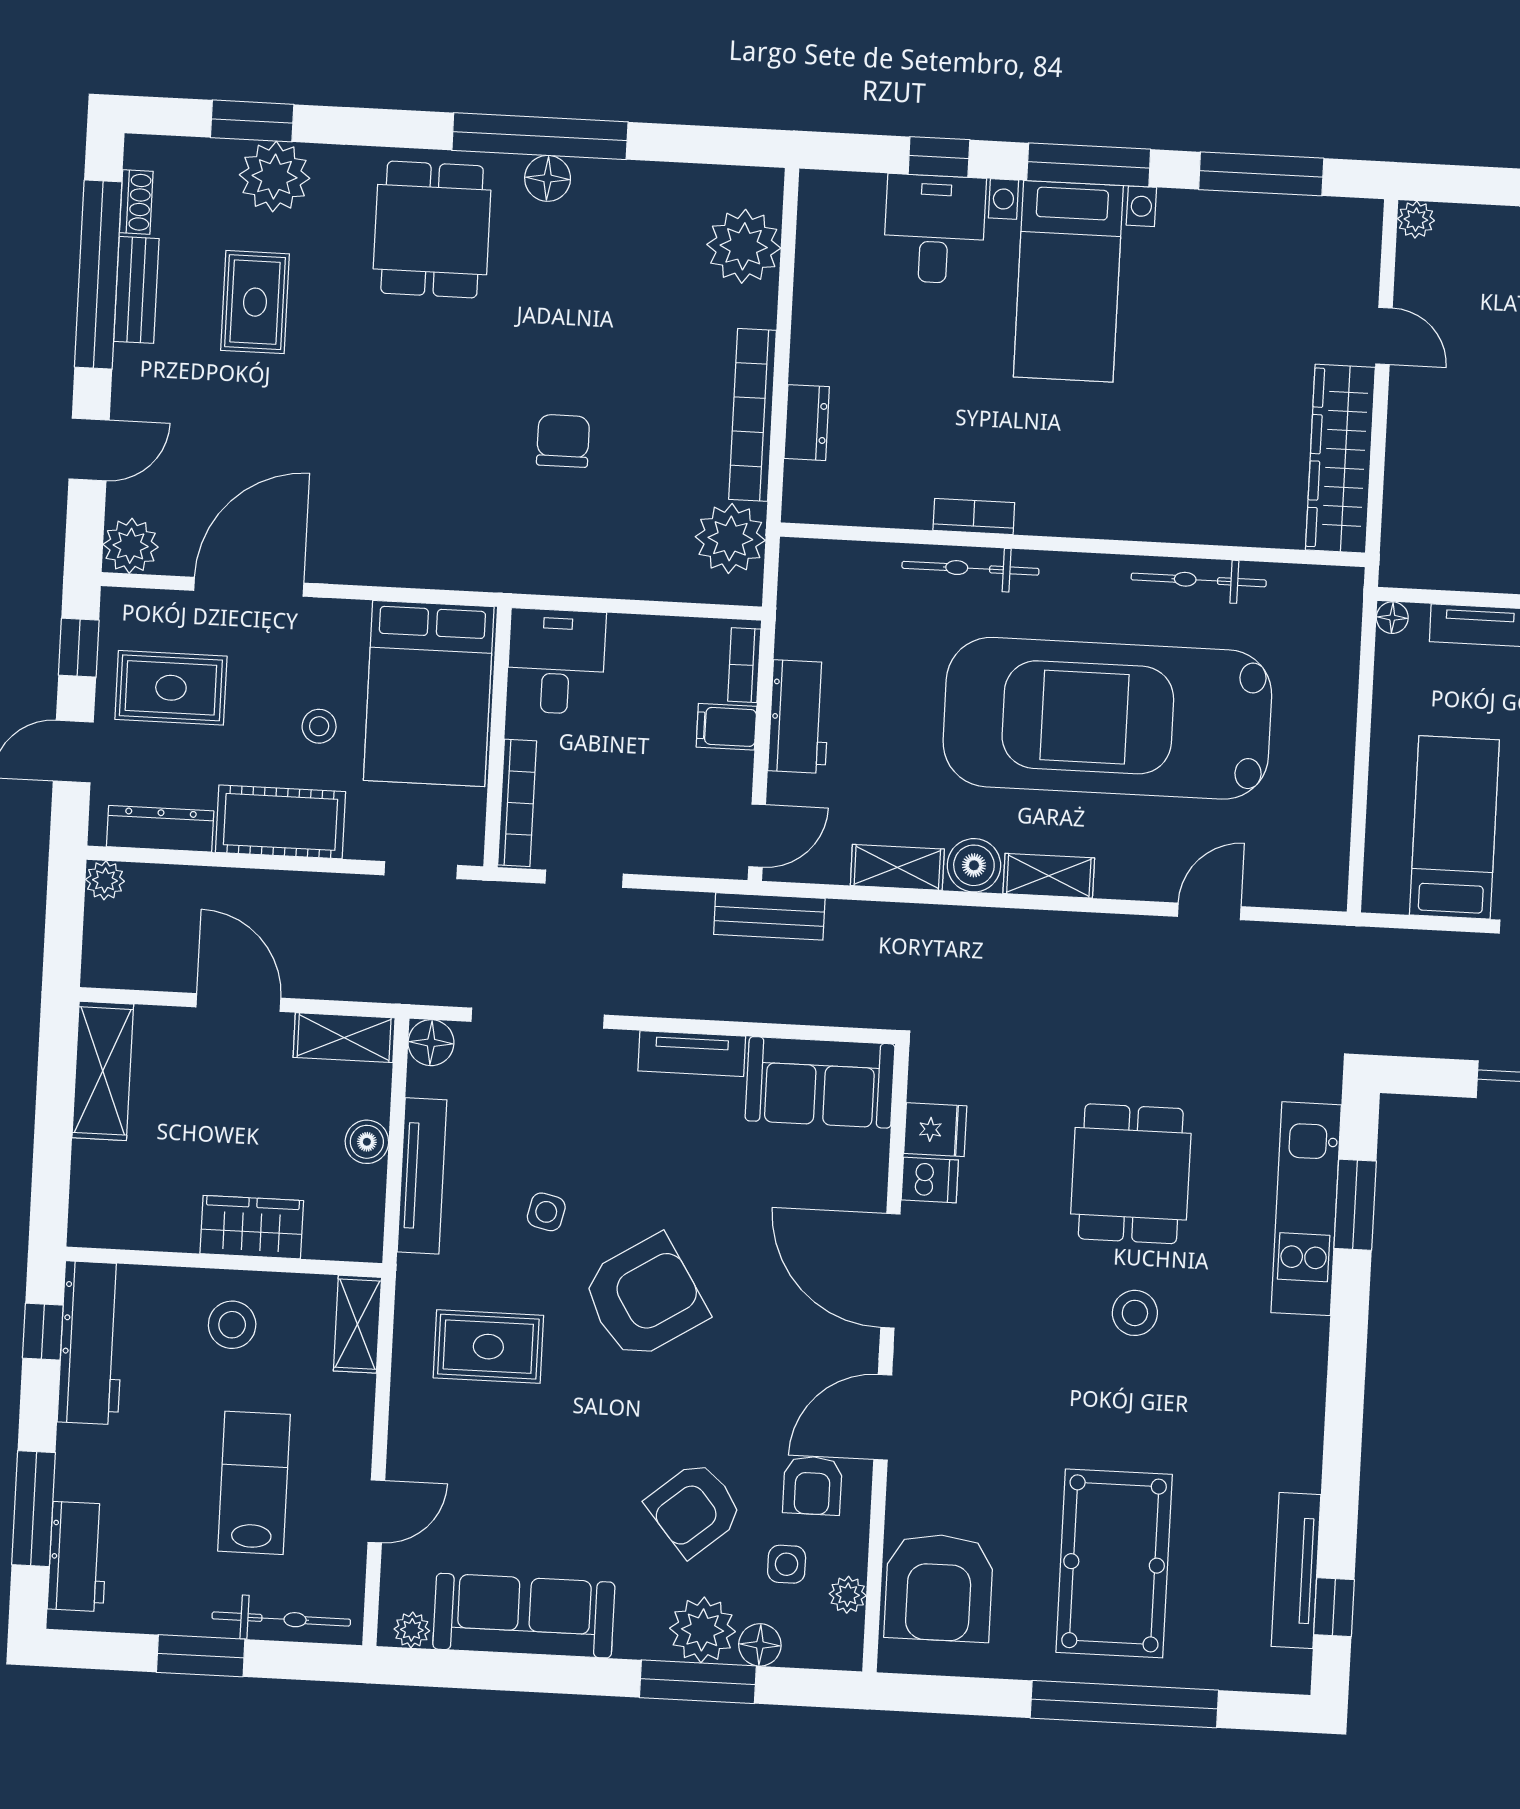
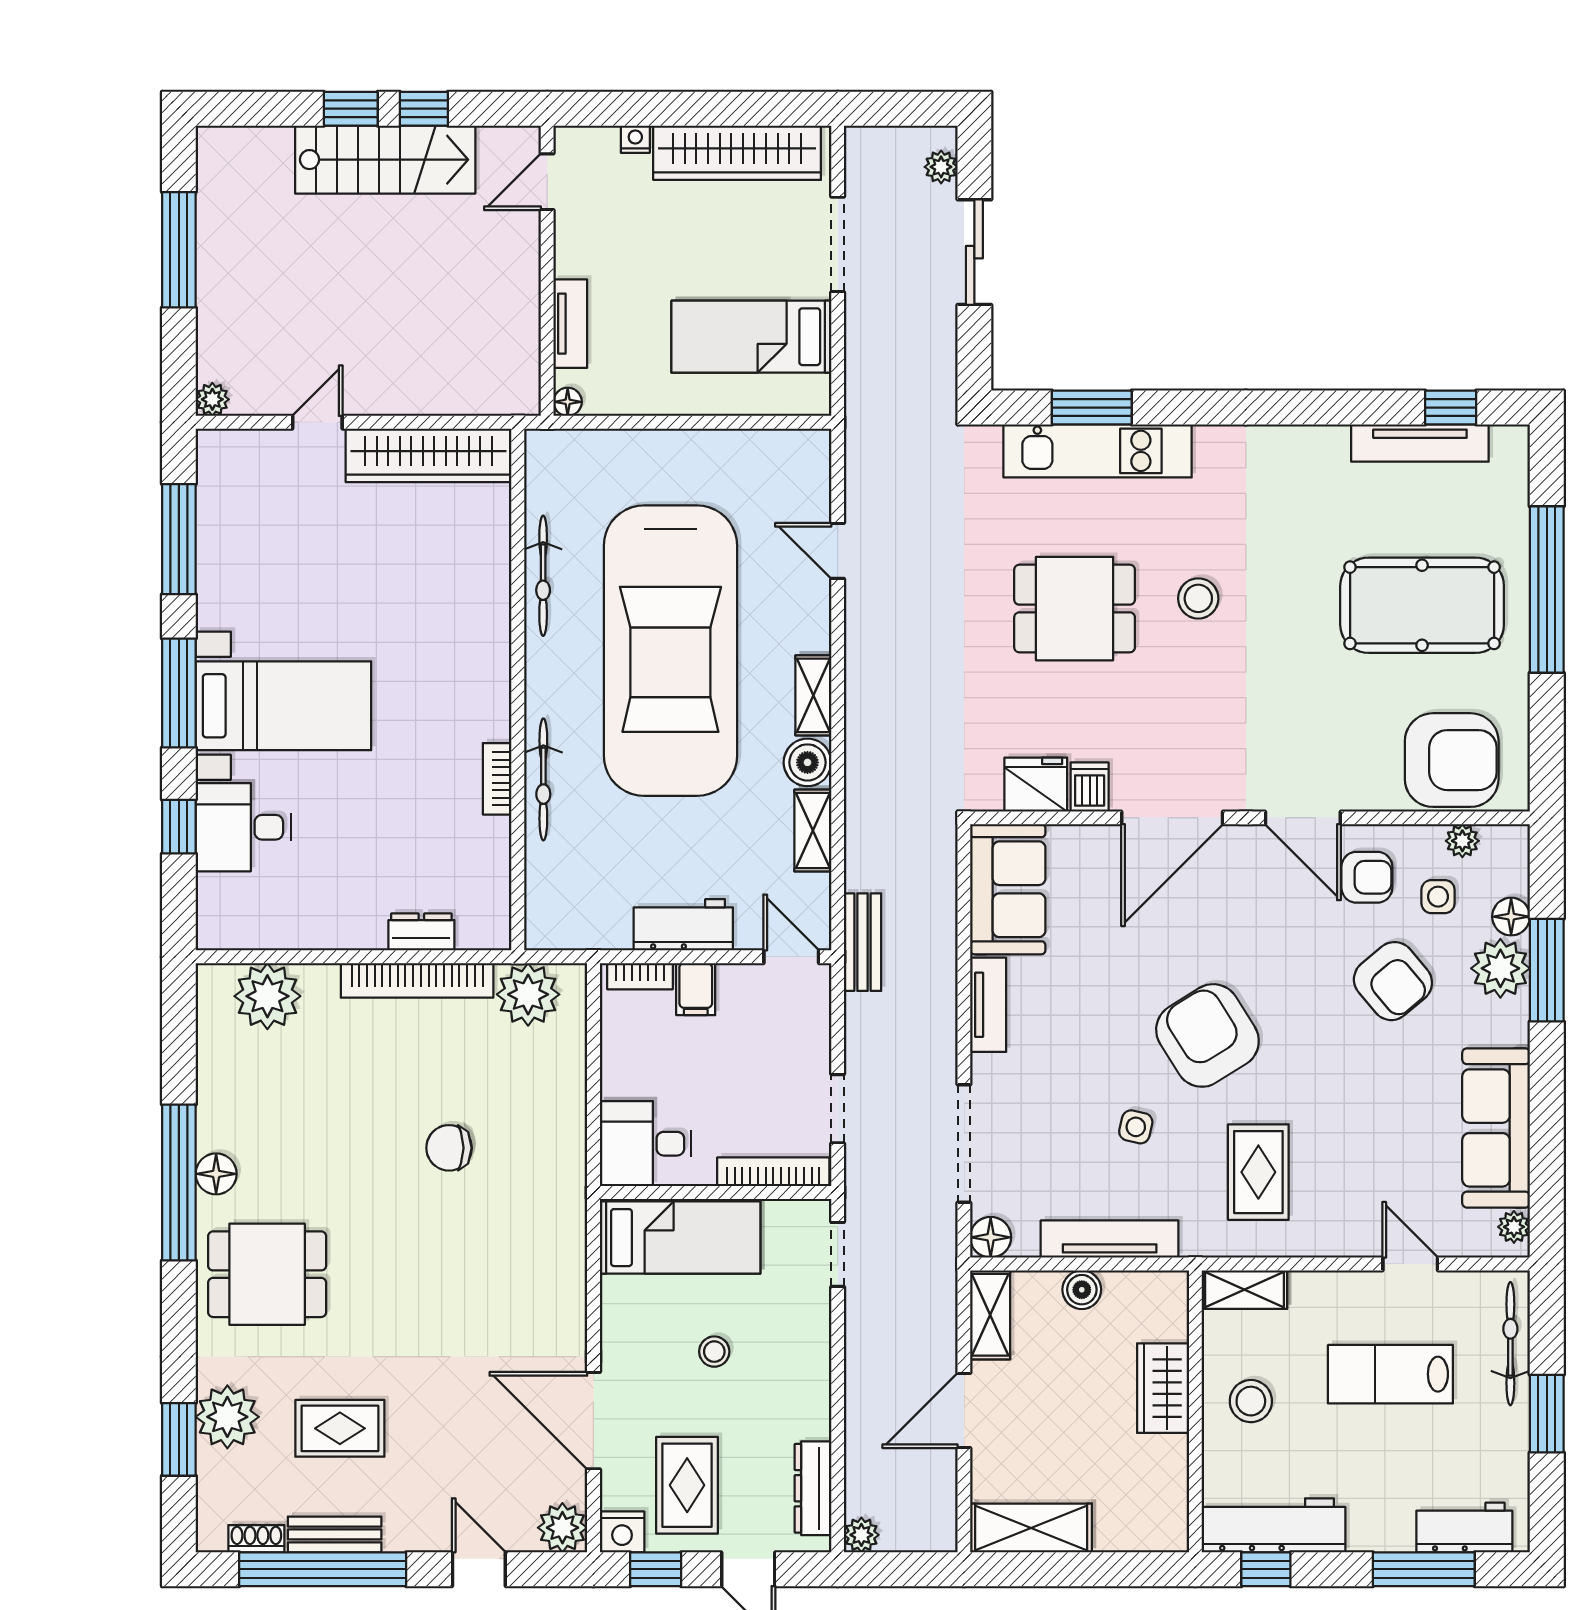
nightstand: (122, 612) -> (622, 1532), added
bed: (429, 693) -> (680, 1238), width x0.67
cot: (280, 822) -> (801, 1381), removed
fridge: (935, 1130) -> (1036, 785), width x1.38

